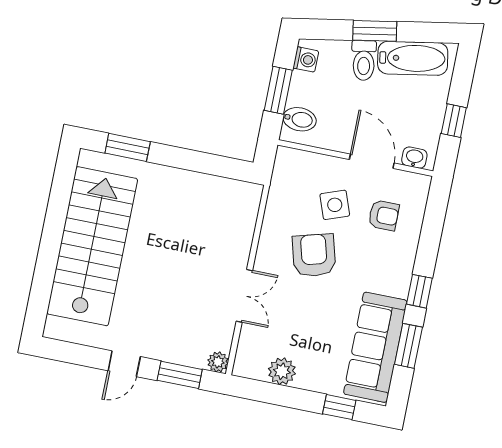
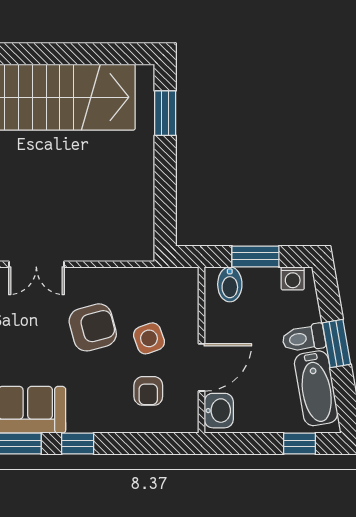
window: (454, 121) -> (300, 444), moved
washbasin: (414, 158) -> (219, 411), width x1.38, depth x1.45

